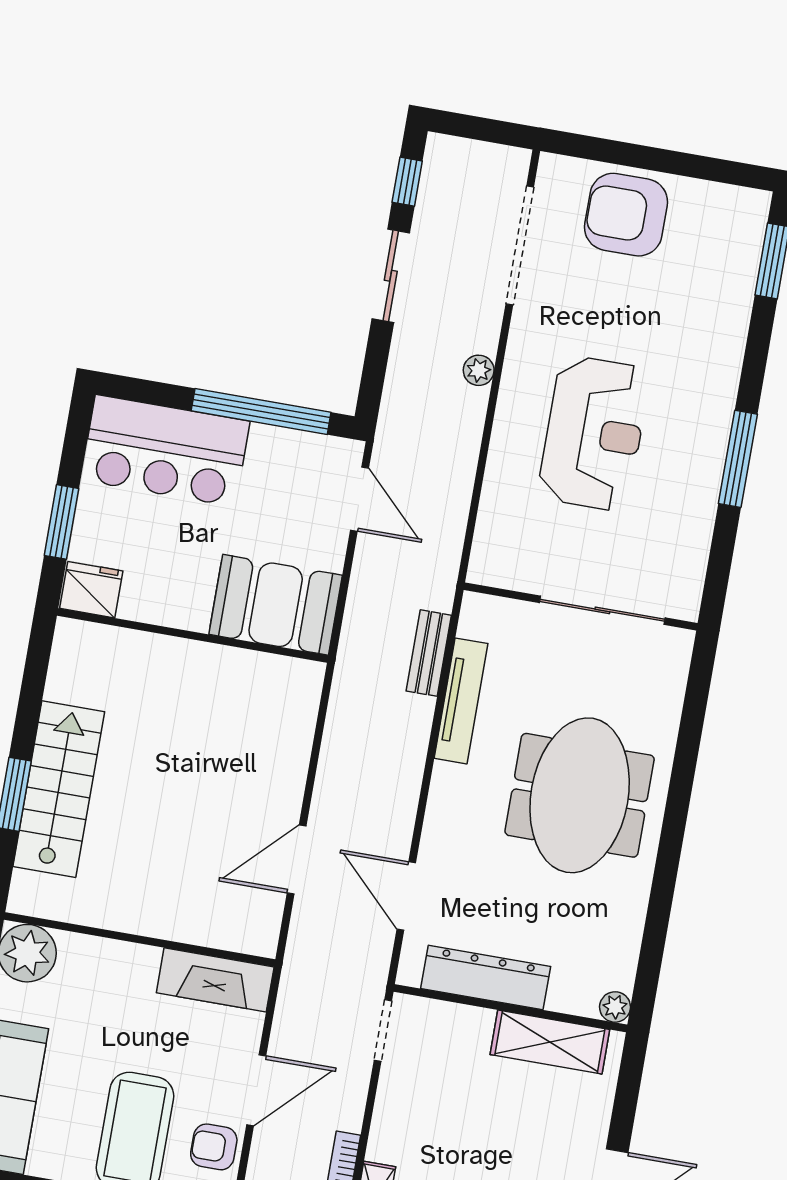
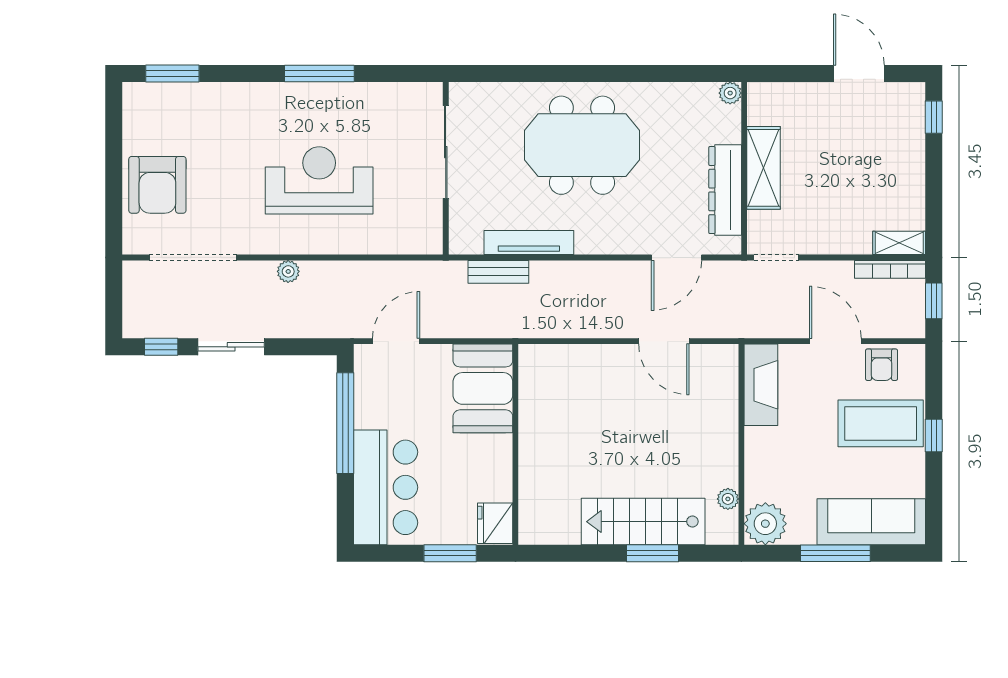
plant: (69, 909) -> (728, 499), added
shelving: (550, 1042) -> (764, 168), moved

